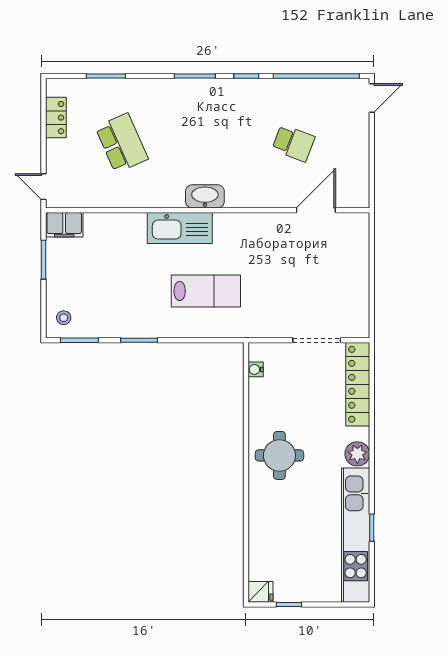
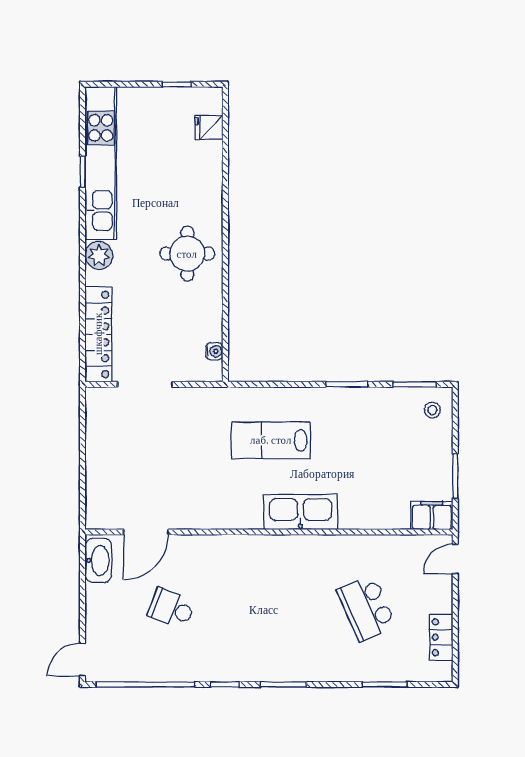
door: (43, 187) -> (455, 559), swing flipped
washbasin: (205, 196) -> (98, 560), moved, turned -90
fridge: (260, 592) -> (209, 127), moved

